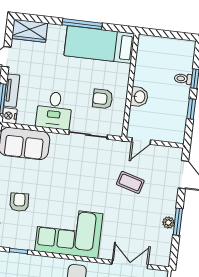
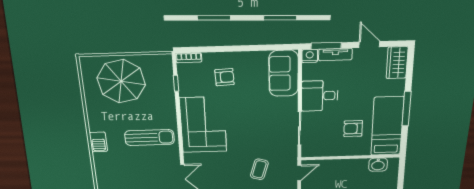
washbasin: (139, 97) -> (378, 165), moved
armchair: (103, 99) -> (353, 129), moved, turned -90
door: (141, 141) -> (299, 173), swing flipped

